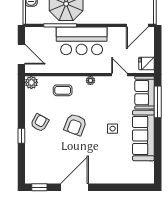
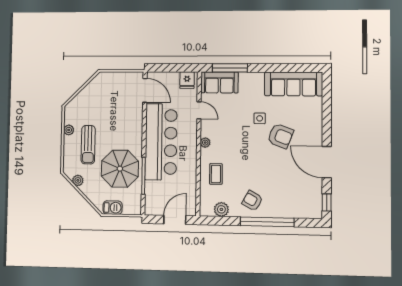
bar counter: (82, 41) -> (161, 142), width x1.36
door: (119, 75) -> (199, 110), swing flipped
plant: (31, 82) -> (221, 209), moved
armchair: (75, 125) -> (281, 136), moved
sofa: (143, 135) -> (293, 84), moved
window: (21, 136) -> (267, 222), width x3.17

